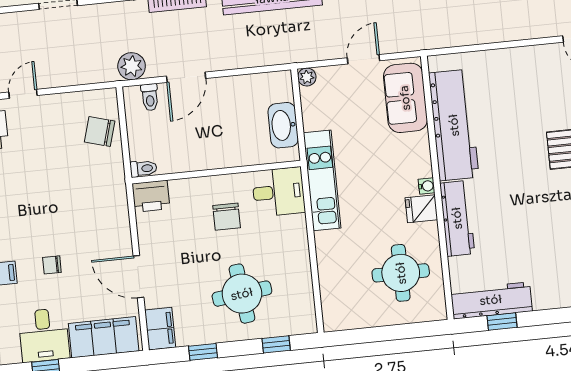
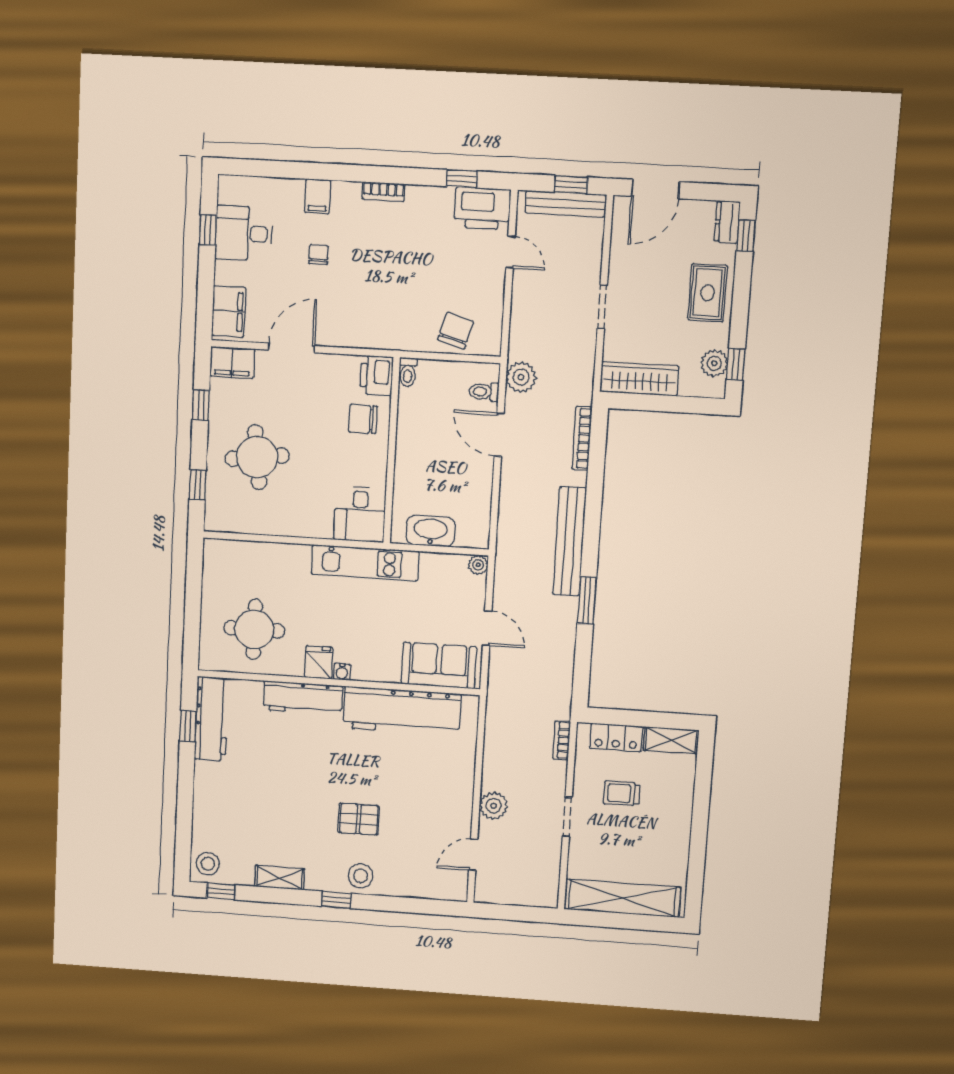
plant: (528, 26) -> (494, 806), added
chair: (227, 217) -> (363, 419), moved
filing cabinet: (104, 337) -> (229, 311), width x0.67, depth x0.86

